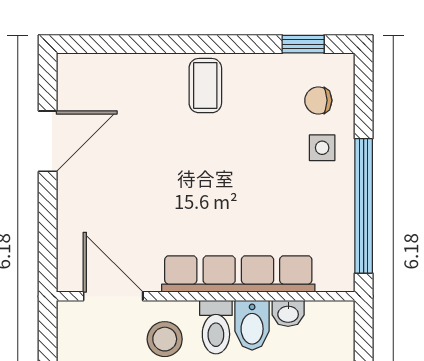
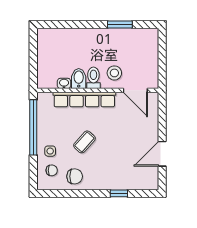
window: (303, 44) -> (119, 193), moved
coffee table: (205, 86) -> (84, 142), moved, turned 42
chair: (262, 86) -> (75, 176), added

